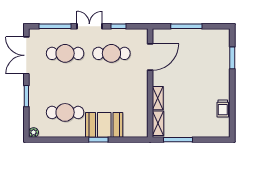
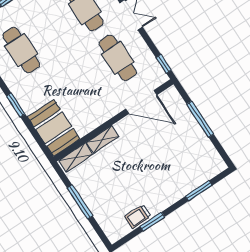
window: (118, 26) -> (164, 64), moved
window: (232, 101) -> (152, 222), added
booth: (104, 125) -> (54, 128), moved
window: (178, 140) -> (80, 202), moved

